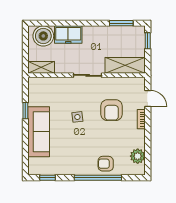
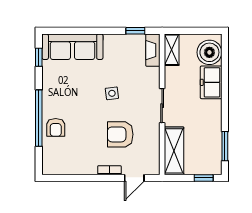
fireplace: (41, 83) -> (153, 50), added
window: (25, 111) -> (135, 31), moved
sofa: (39, 132) -> (73, 47), moved
plant: (138, 156) -> (65, 166), removed
armchair: (106, 164) -> (56, 127), turned 180

